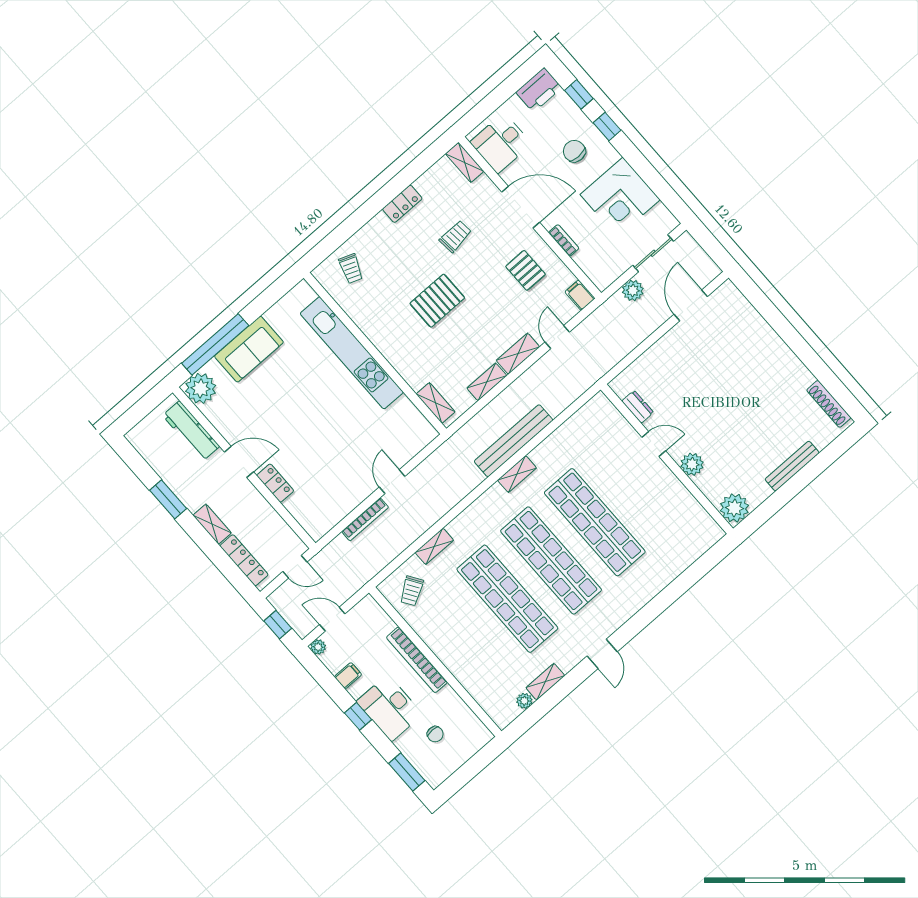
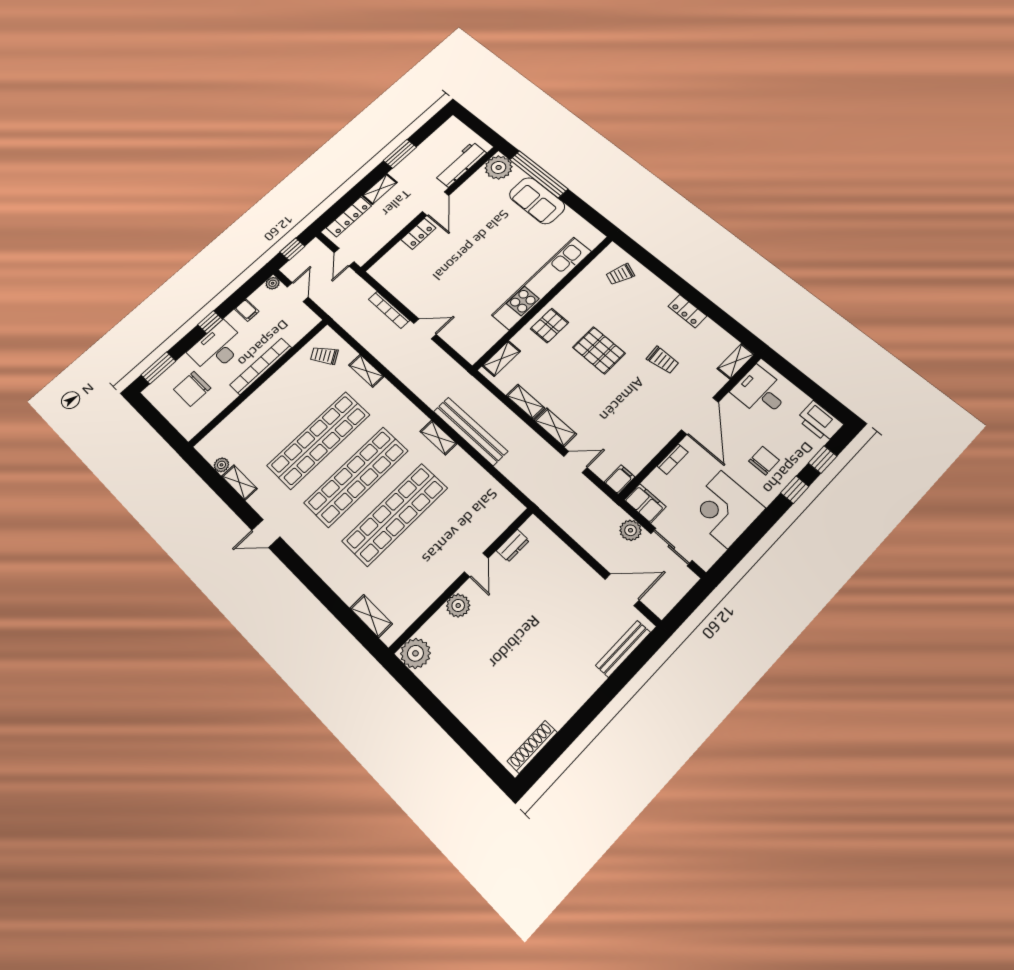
pallet: (526, 270) -> (549, 326), moved
filing cabinet: (607, 273) -> (645, 503), added
bench: (792, 466) -> (623, 649), moved, turned 90
shelving: (695, 550) -> (371, 616), added
chair: (435, 734) -> (192, 389), width x1.87, depth x1.87

